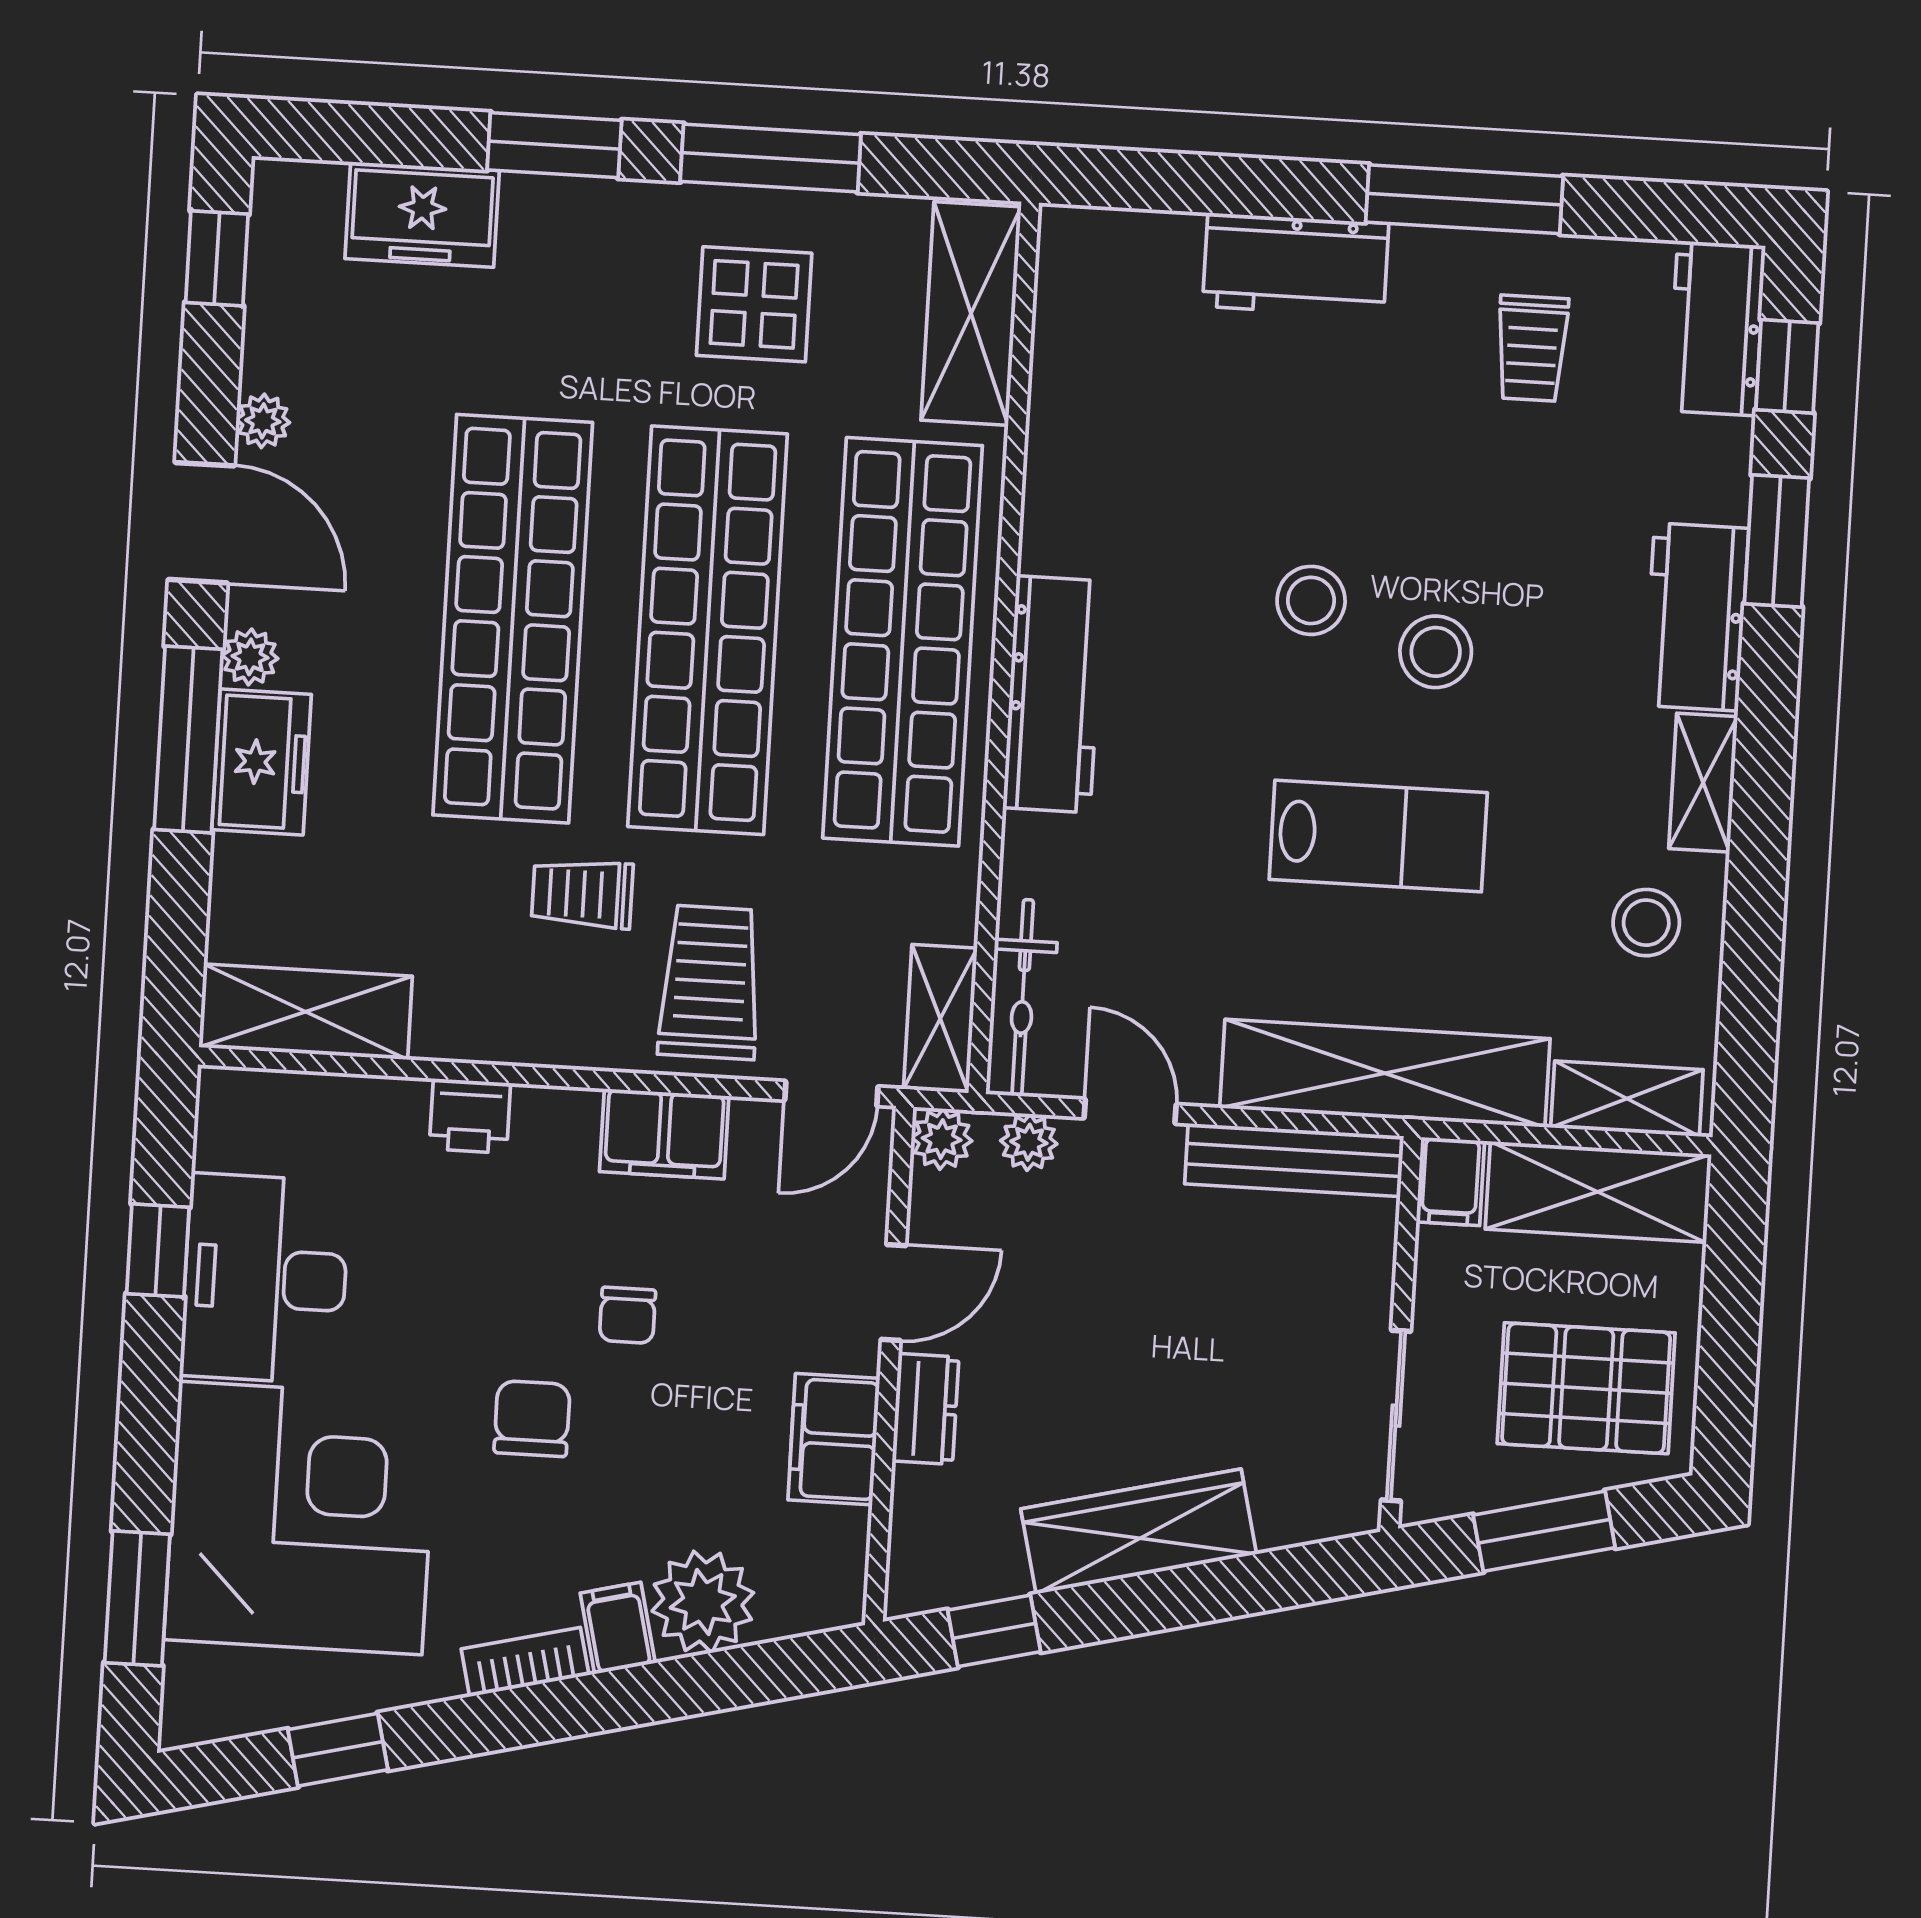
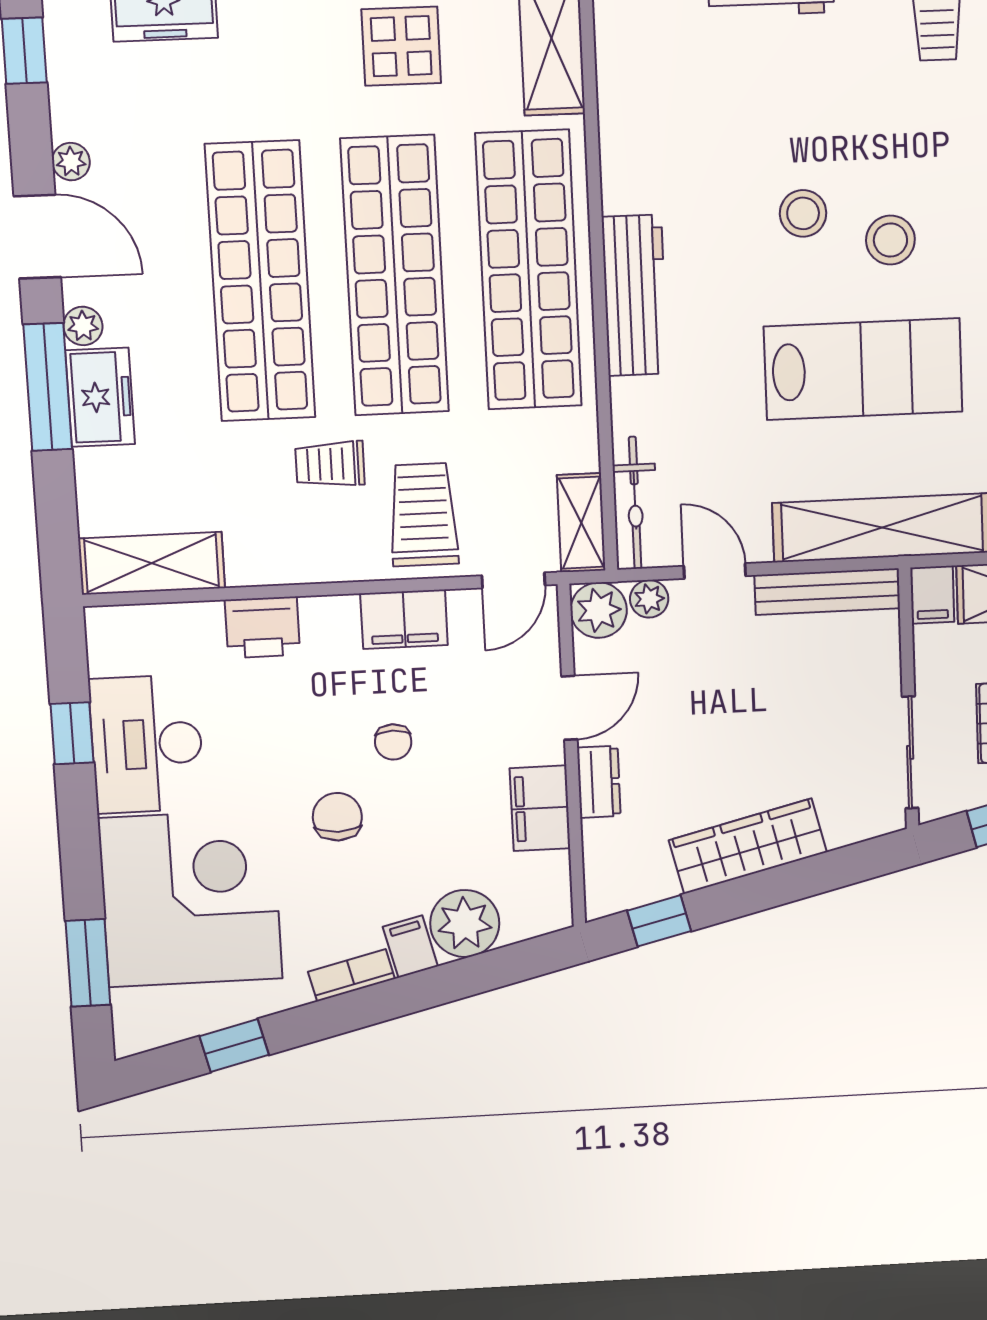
lab bench: (1378, 836) -> (863, 369), width x1.36, depth x1.39
printer: (470, 1116) -> (262, 627), width x1.36, depth x1.24
plant: (942, 1139) -> (599, 610), width x1.38, depth x1.38

